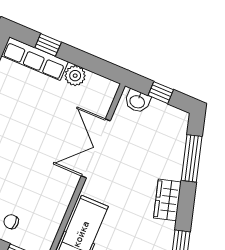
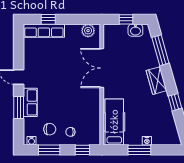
plant: (75, 76) -> (88, 31), moved
washbasin: (137, 101) -> (135, 30), moved

